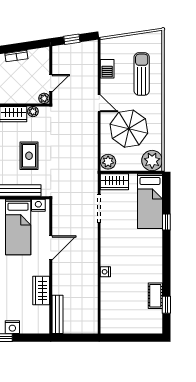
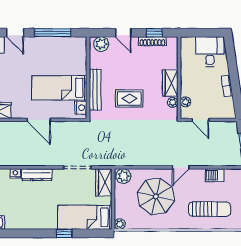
plant: (44, 98) -> (186, 102), moved
plant: (152, 161) -> (120, 224), width x0.53, depth x0.53
dresser: (107, 250) -> (37, 175), added

